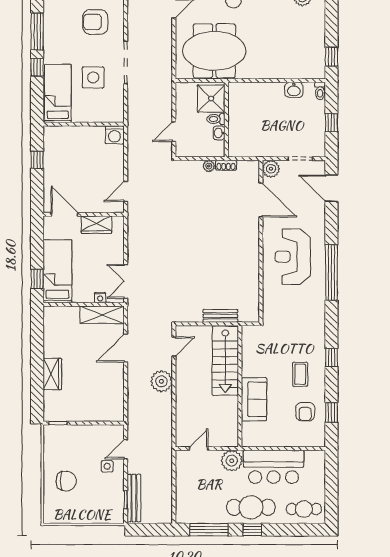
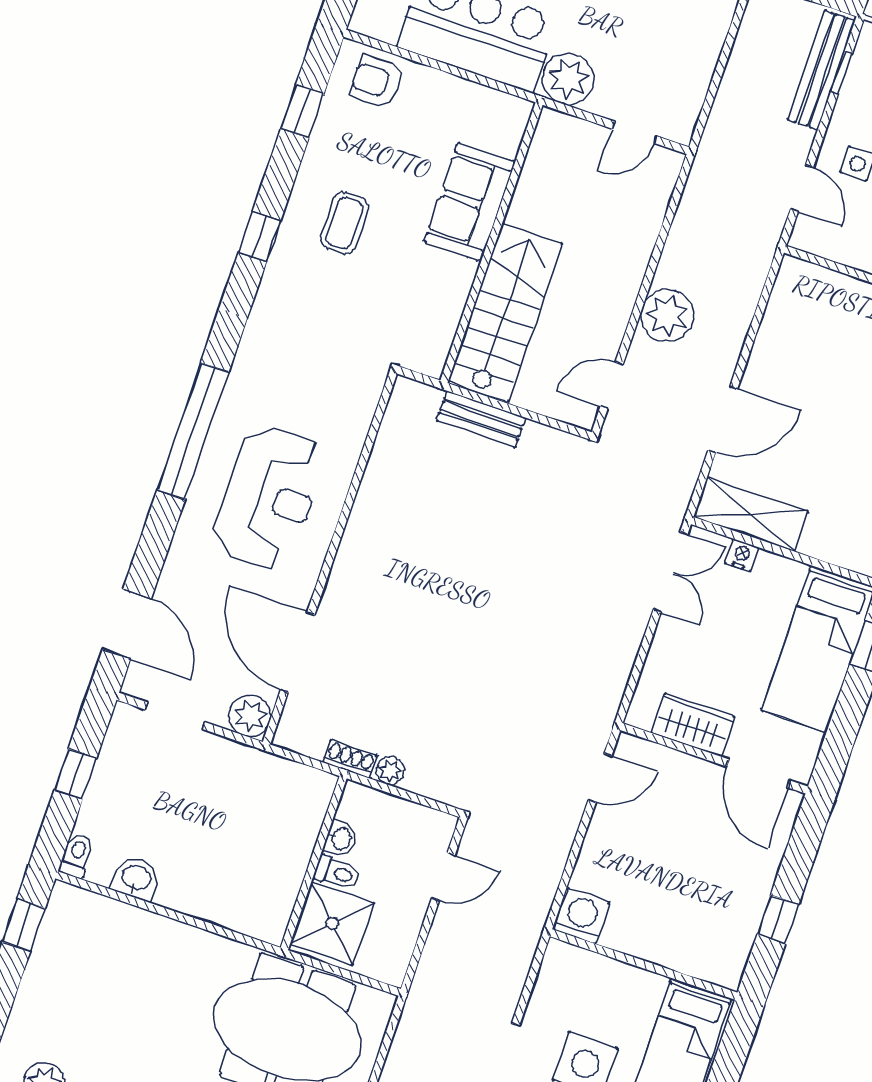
armchair: (305, 412) -> (377, 82), moved, turned -90
door: (126, 449) -> (802, 188), hinge flipped

